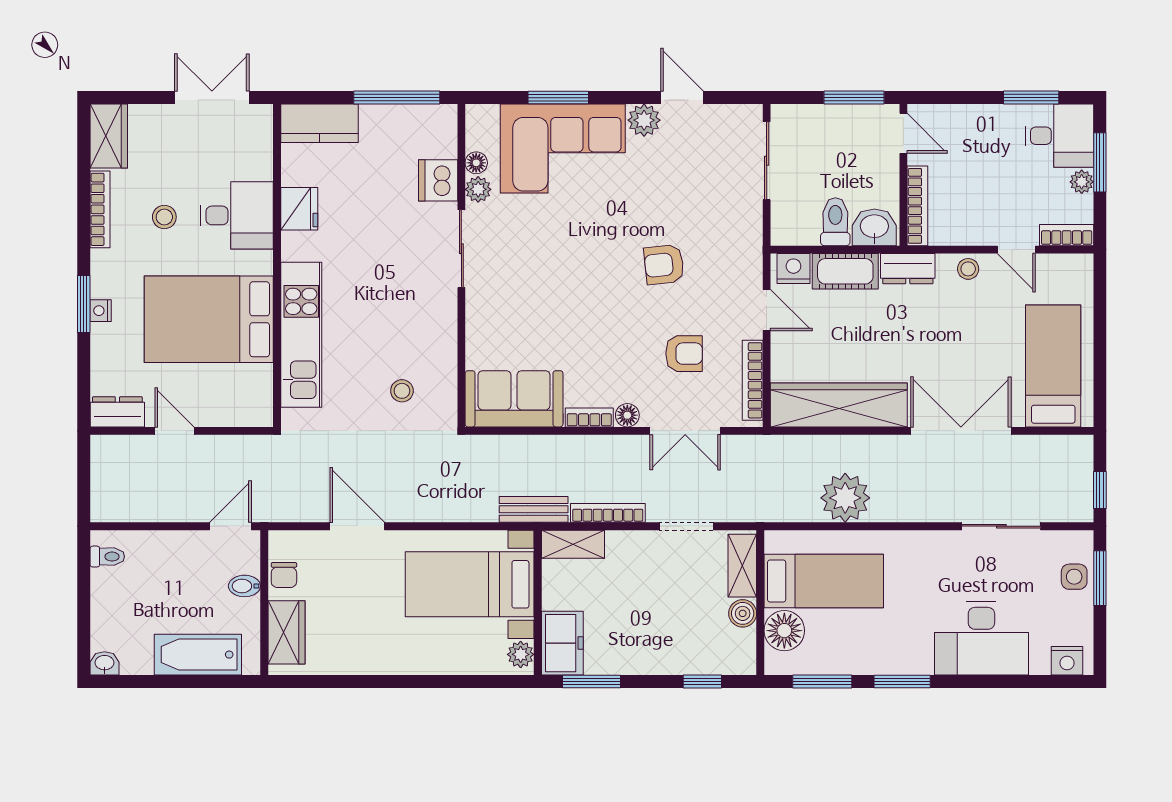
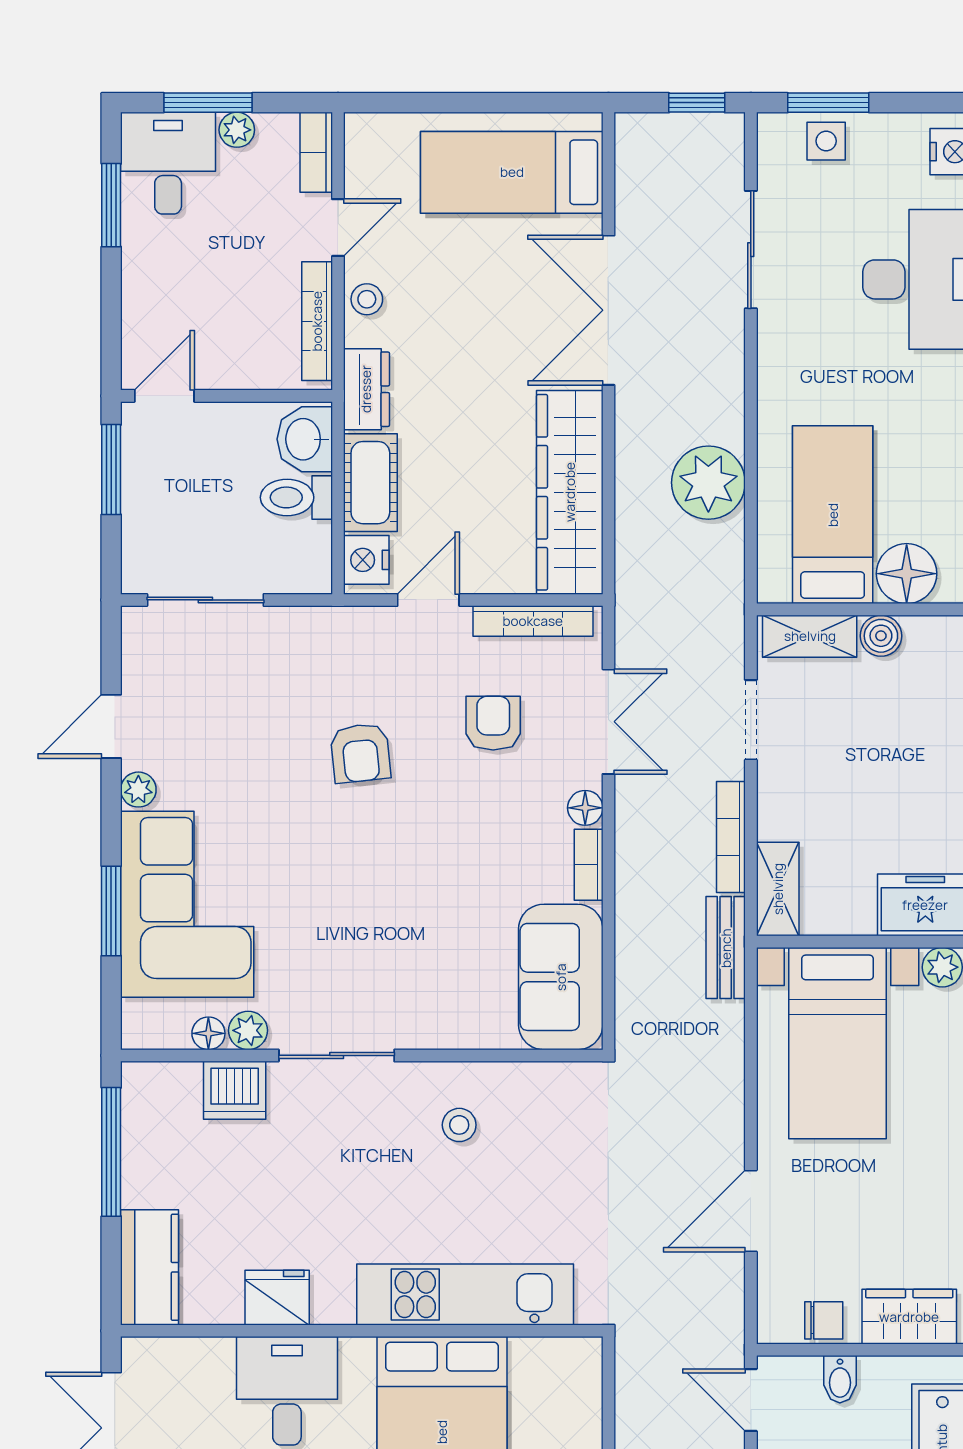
plant: (644, 120) -> (138, 790), width x0.73, depth x0.73
bookcase: (917, 206) -> (317, 321), moved, turned -90
stool: (402, 391) -> (459, 1125), moved

